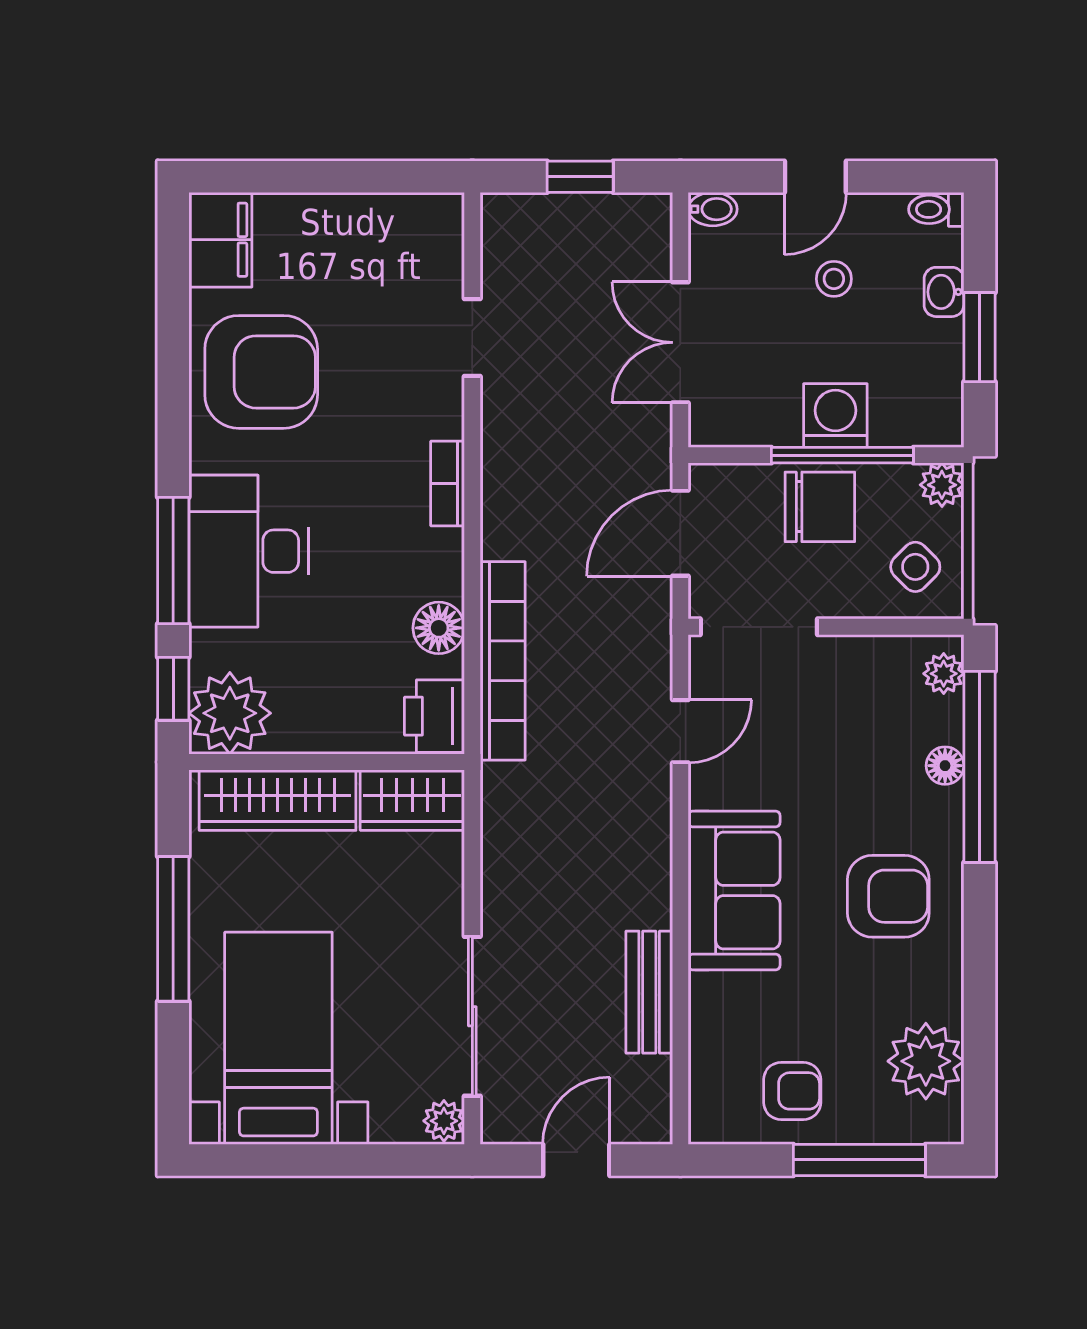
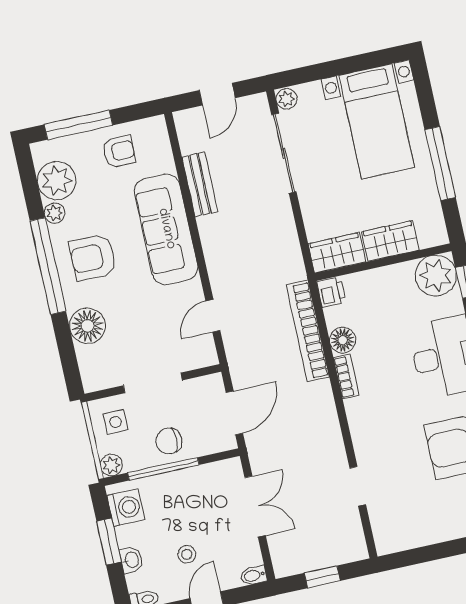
washing machine: (835, 415) -> (126, 507), moved, turned -90
bookcase: (448, 484) -> (346, 377), moved
chair: (820, 507) -> (169, 441), width x0.73, depth x0.73
side table: (915, 567) -> (115, 422), turned 45
doorway: (759, 627) -> (153, 383), moved
plant: (944, 674) -> (55, 213), moved
printer: (434, 716) -> (331, 292), width x0.73, depth x0.81
floor lamp: (945, 766) -> (87, 326), width x1.89, depth x1.89
window: (979, 767) -> (48, 266), moved
wardrobe: (278, 800) -> (390, 241), width x0.67
sofa: (734, 890) -> (166, 229), width x1.36
armchair: (792, 1091) -> (119, 151), turned 180

